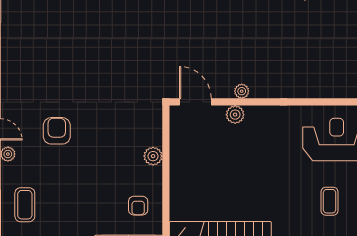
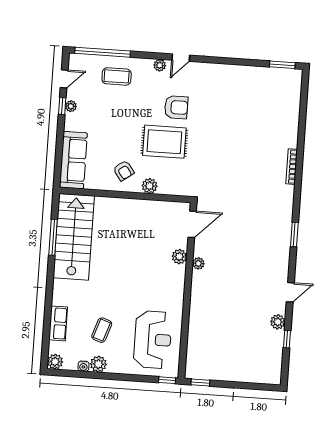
rug: (99, 142) -> (164, 142), added
coffee table: (330, 201) -> (102, 330), turned -71
armchair: (138, 206) -> (124, 171), moved, turned -126

